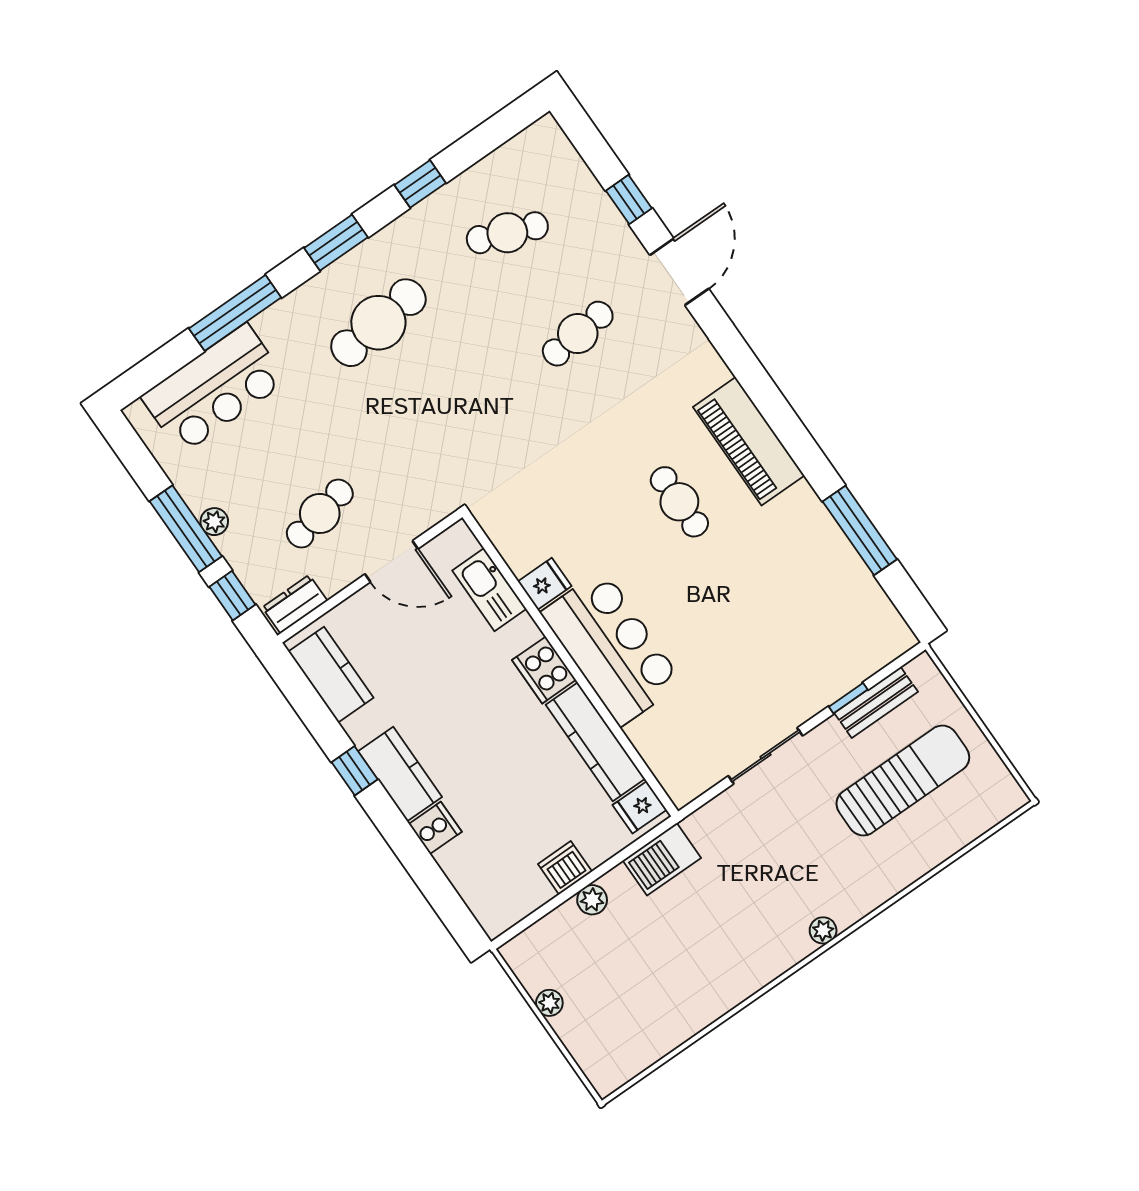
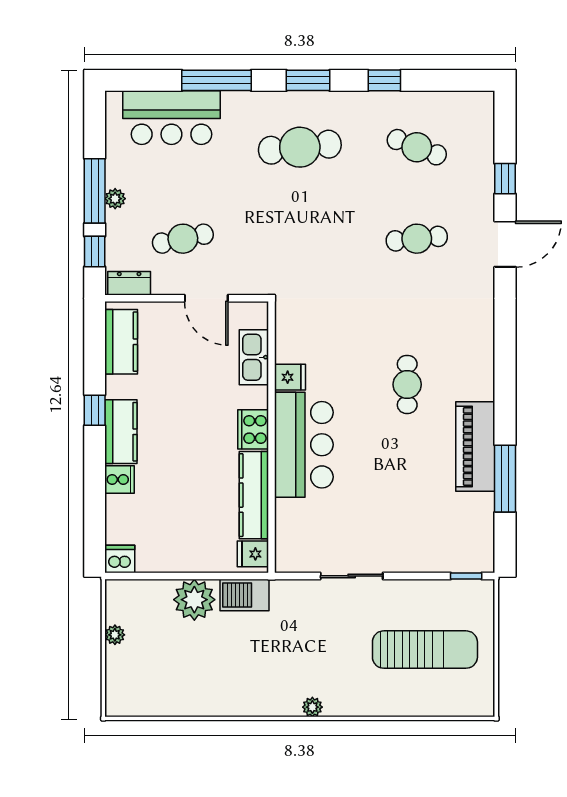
piano: (749, 441) -> (475, 447), moved
window: (848, 698) -> (466, 576), moved
bench: (876, 702) -> (442, 591), removed
dishwasher: (565, 868) -> (120, 559), moved
plant: (592, 900) -> (194, 600), width x1.87, depth x1.87

